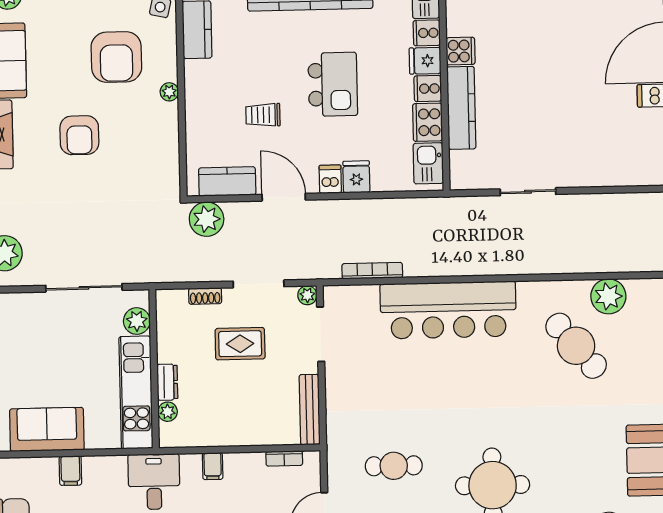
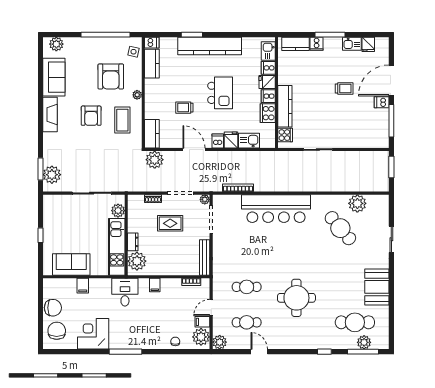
cooker: (461, 51) -> (285, 135), moved
trolley: (577, 70) -> (344, 88), added
coffee table: (141, 142) -> (122, 120), added
kitchen sink: (428, 163) -> (249, 141), moved, turned 90
kitchen counter: (227, 181) -> (152, 134), moved, turned 90
plant: (168, 412) -> (137, 261), width x1.87, depth x1.87

